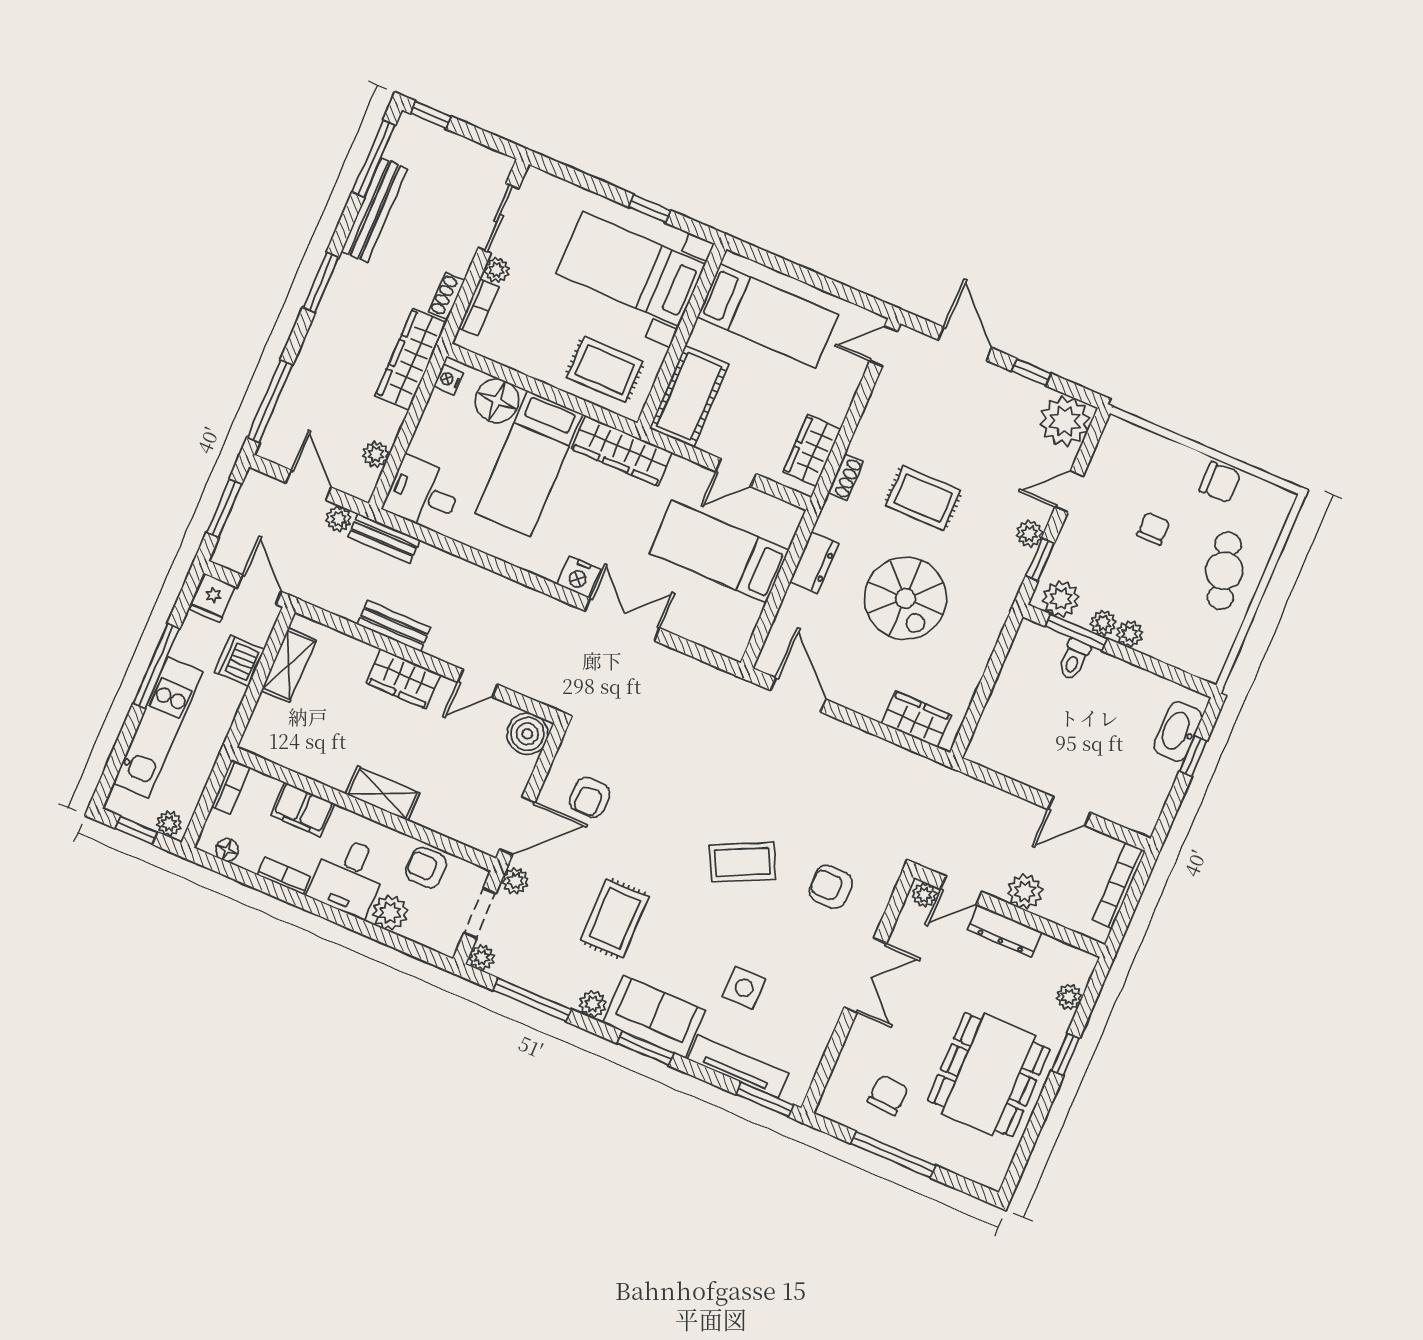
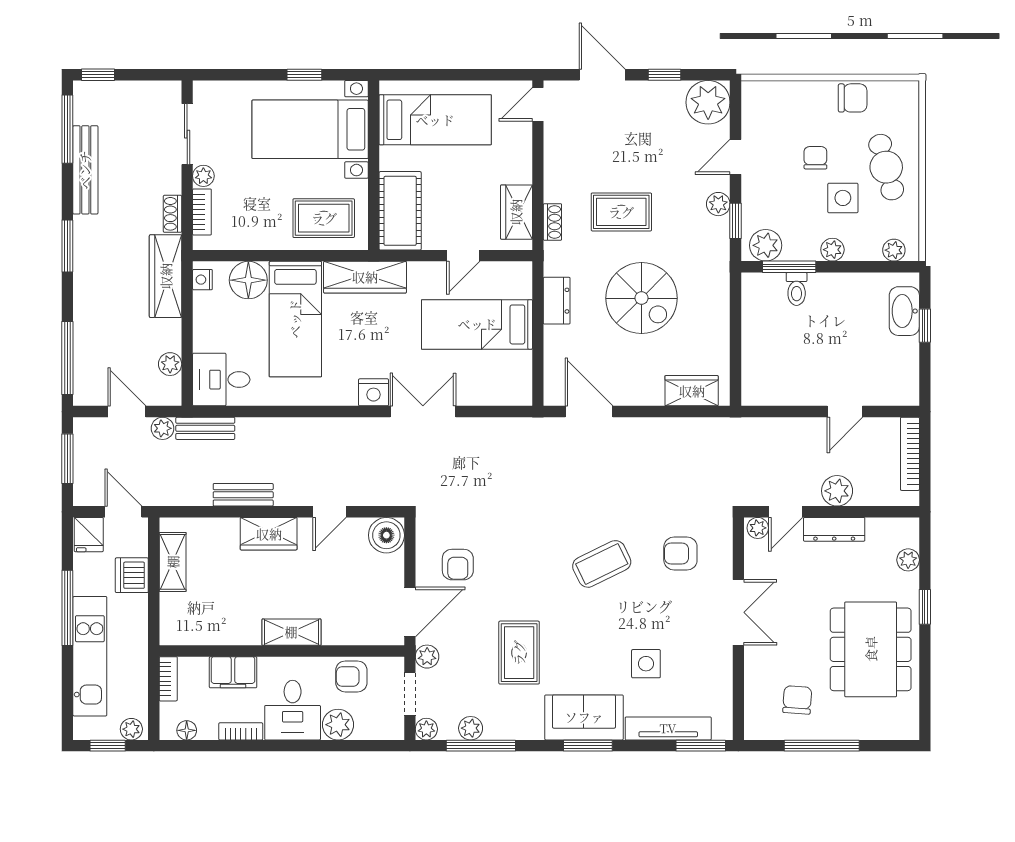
side table: (1164, 584) -> (843, 198), added
plant: (1103, 623) -> (894, 250), moved
plant: (593, 1004) -> (471, 728), moved

